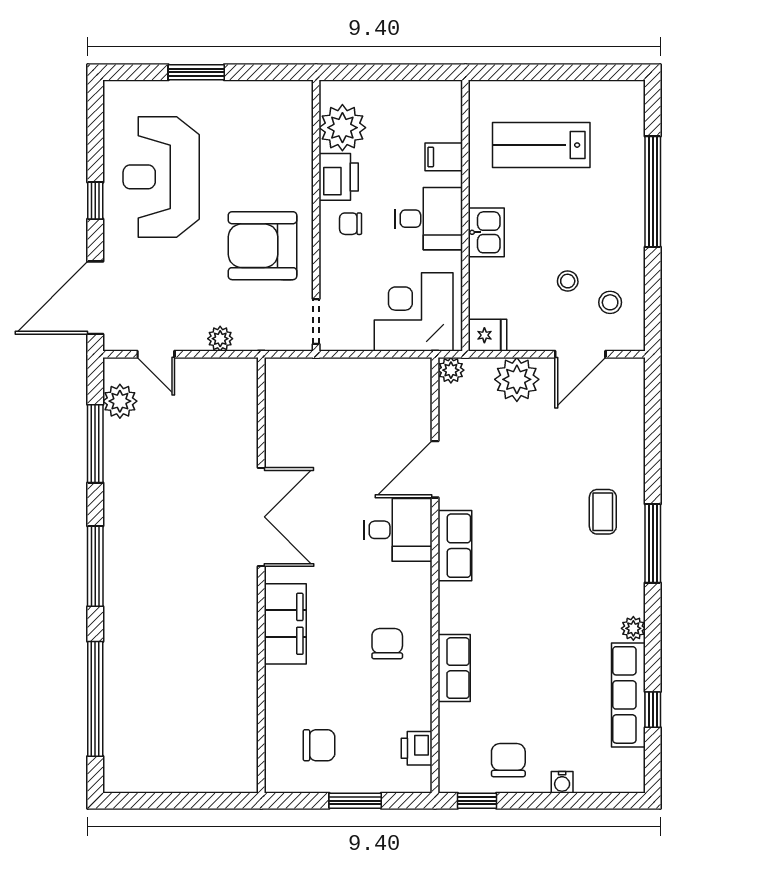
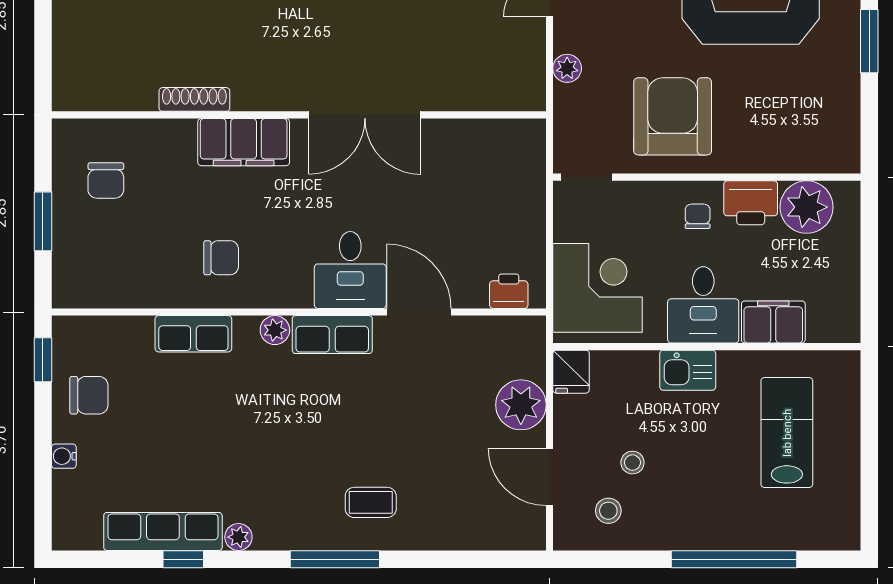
filing cabinet: (444, 157) -> (773, 322), width x2.00
plant: (451, 370) -> (275, 330), moved
shoe rack: (248, 667) -> (194, 99), added
window: (653, 710) -> (183, 559), moved
printer: (417, 748) -> (509, 291), moved

